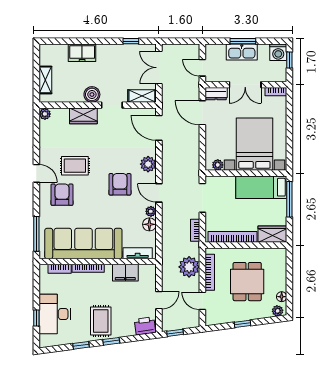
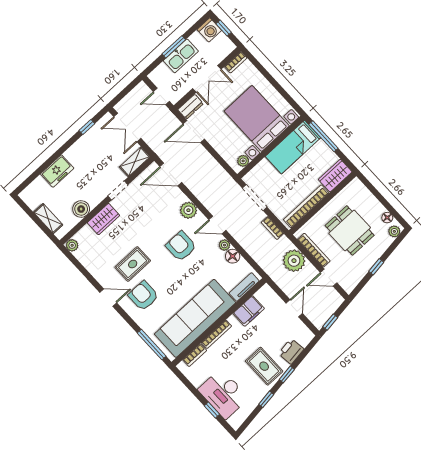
boiler: (92, 94) -> (81, 209), moved
printer: (145, 326) -> (291, 351), moved

